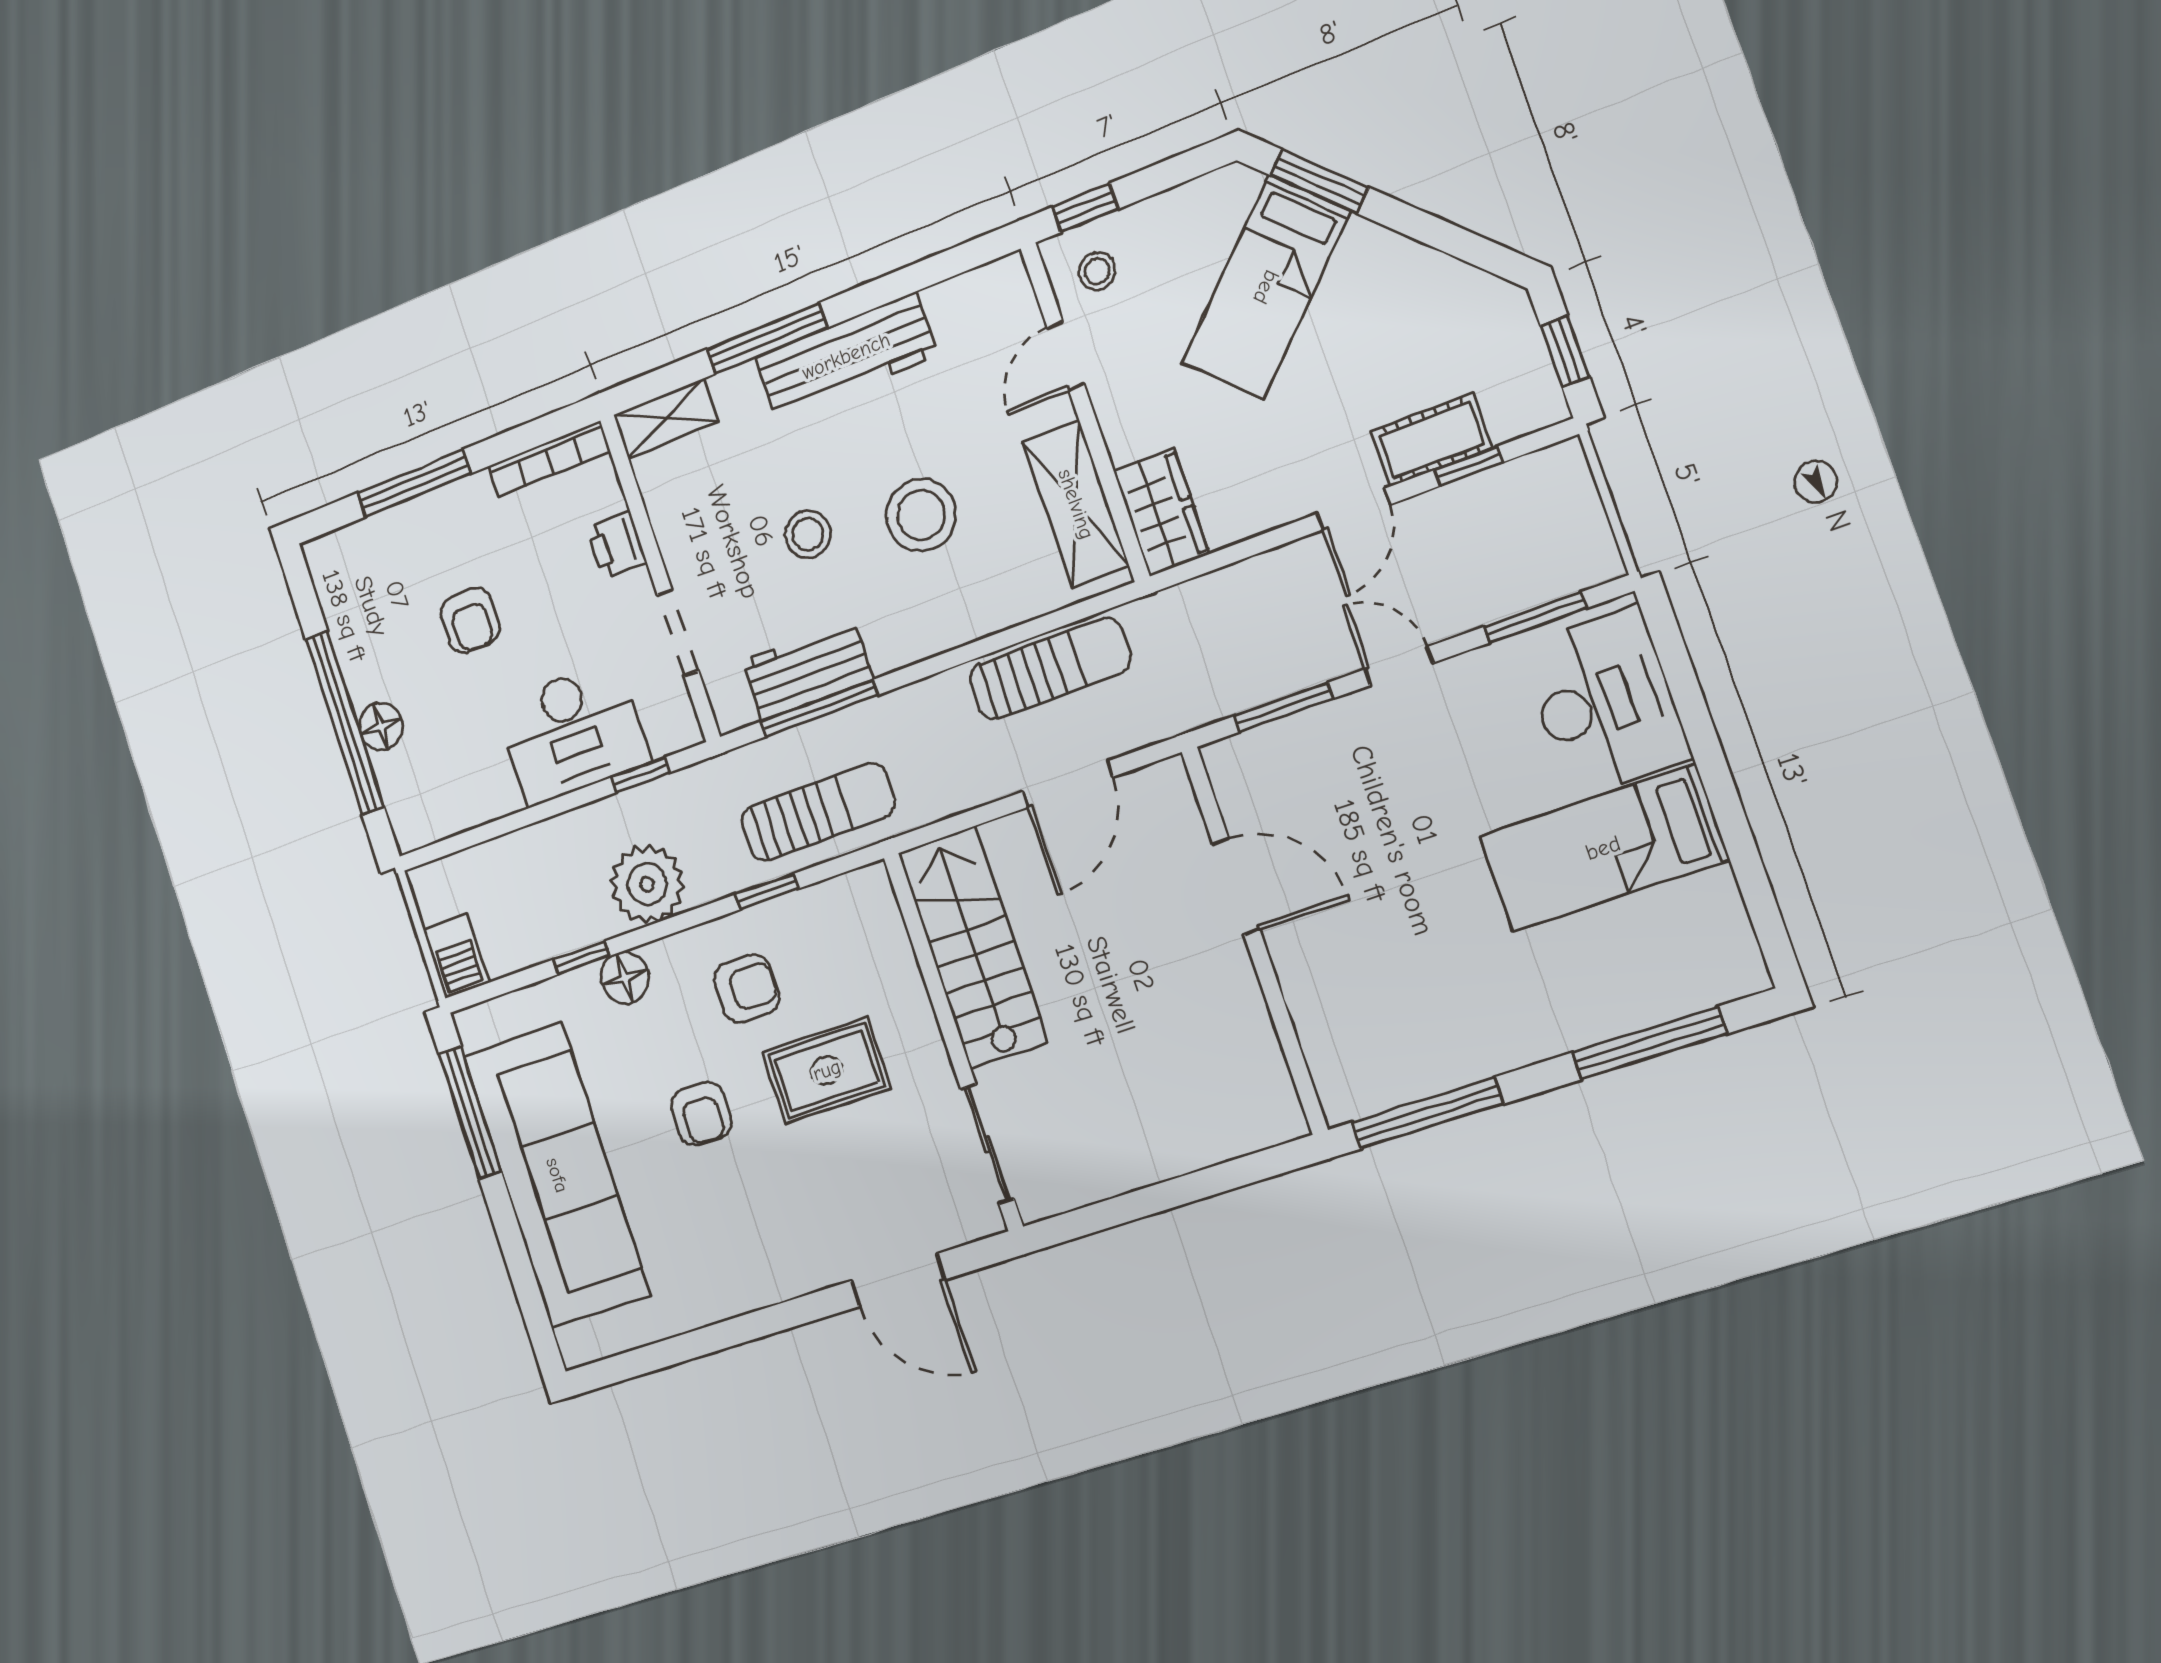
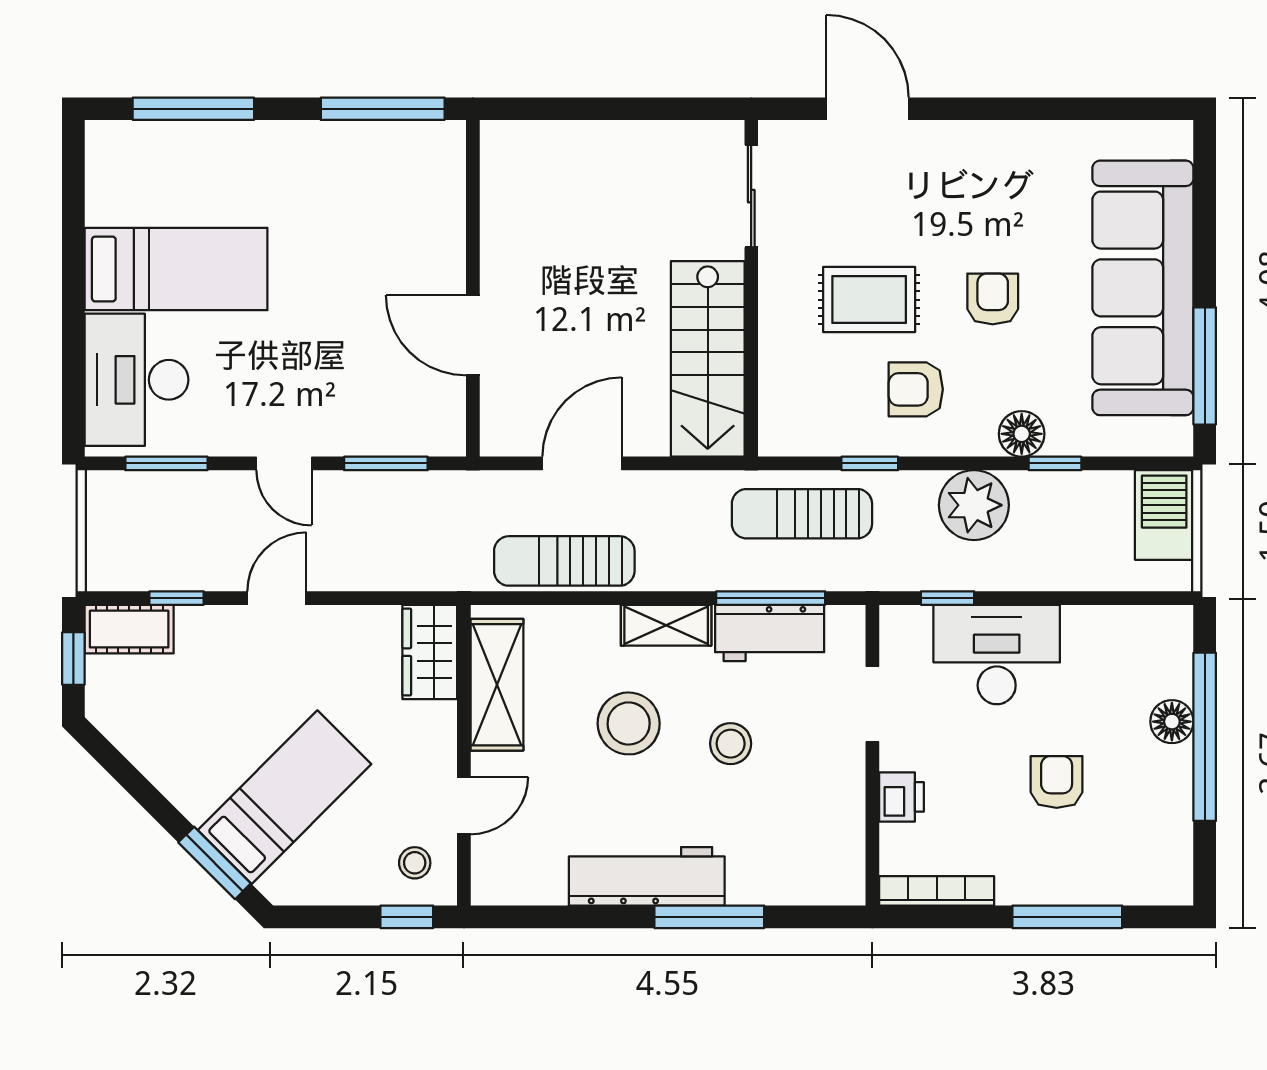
shelving: (666, 418) -> (666, 625), moved
cot: (1431, 440) -> (129, 629), moved
barbecue: (456, 956) -> (1164, 515), width x1.38, depth x1.27

